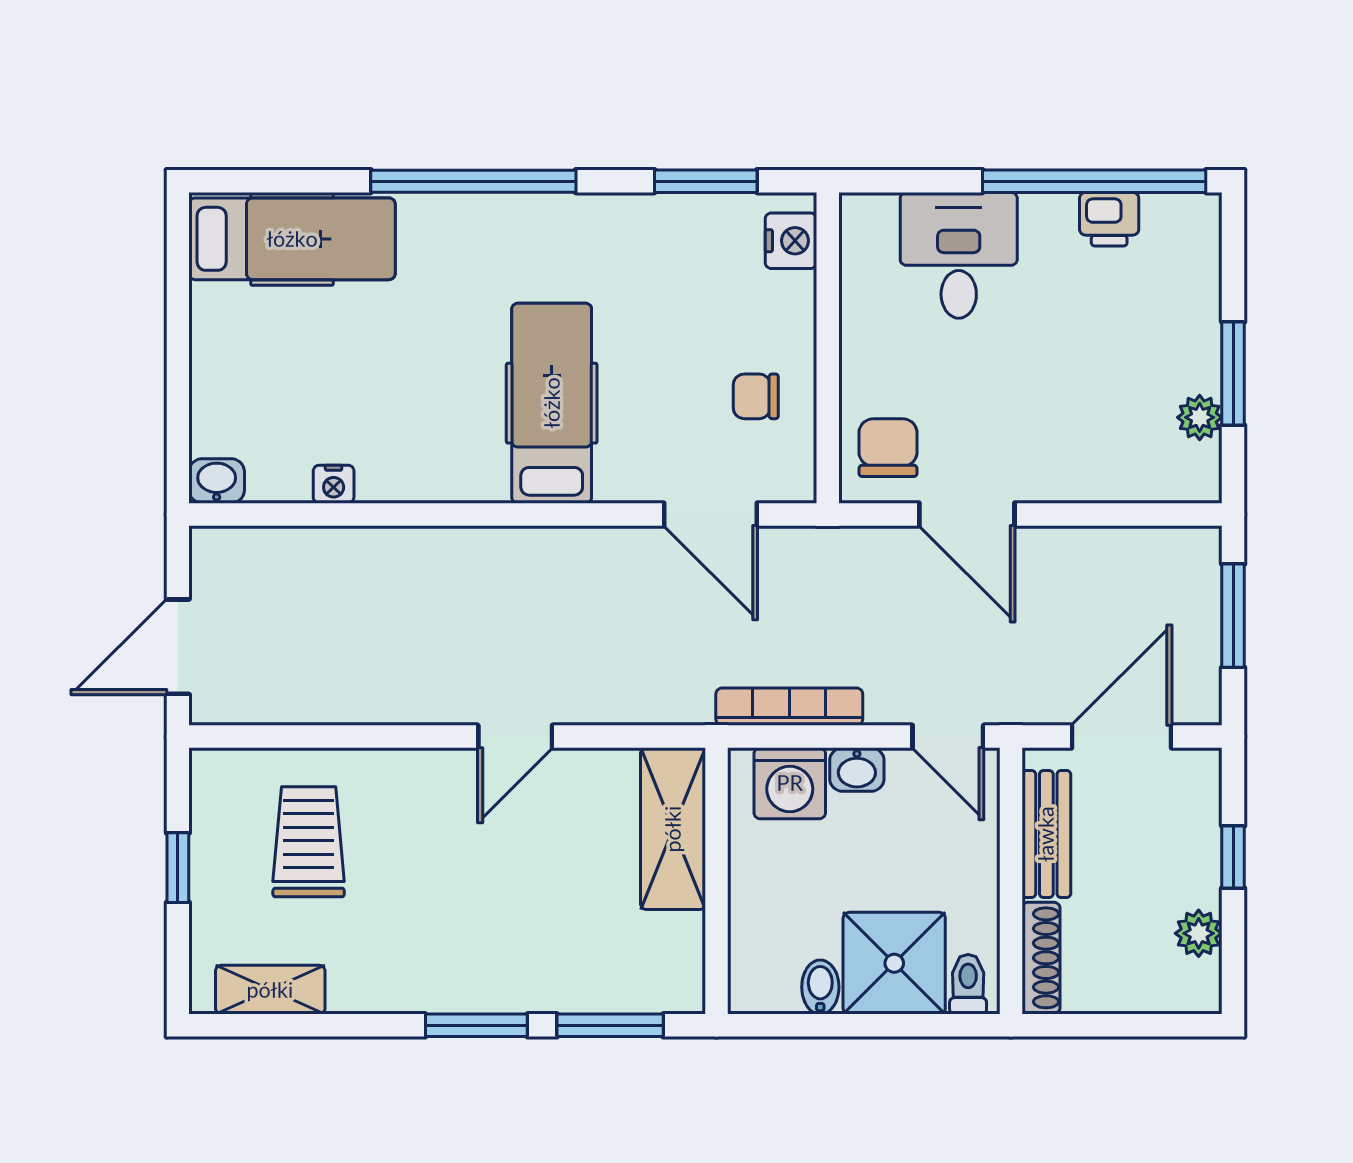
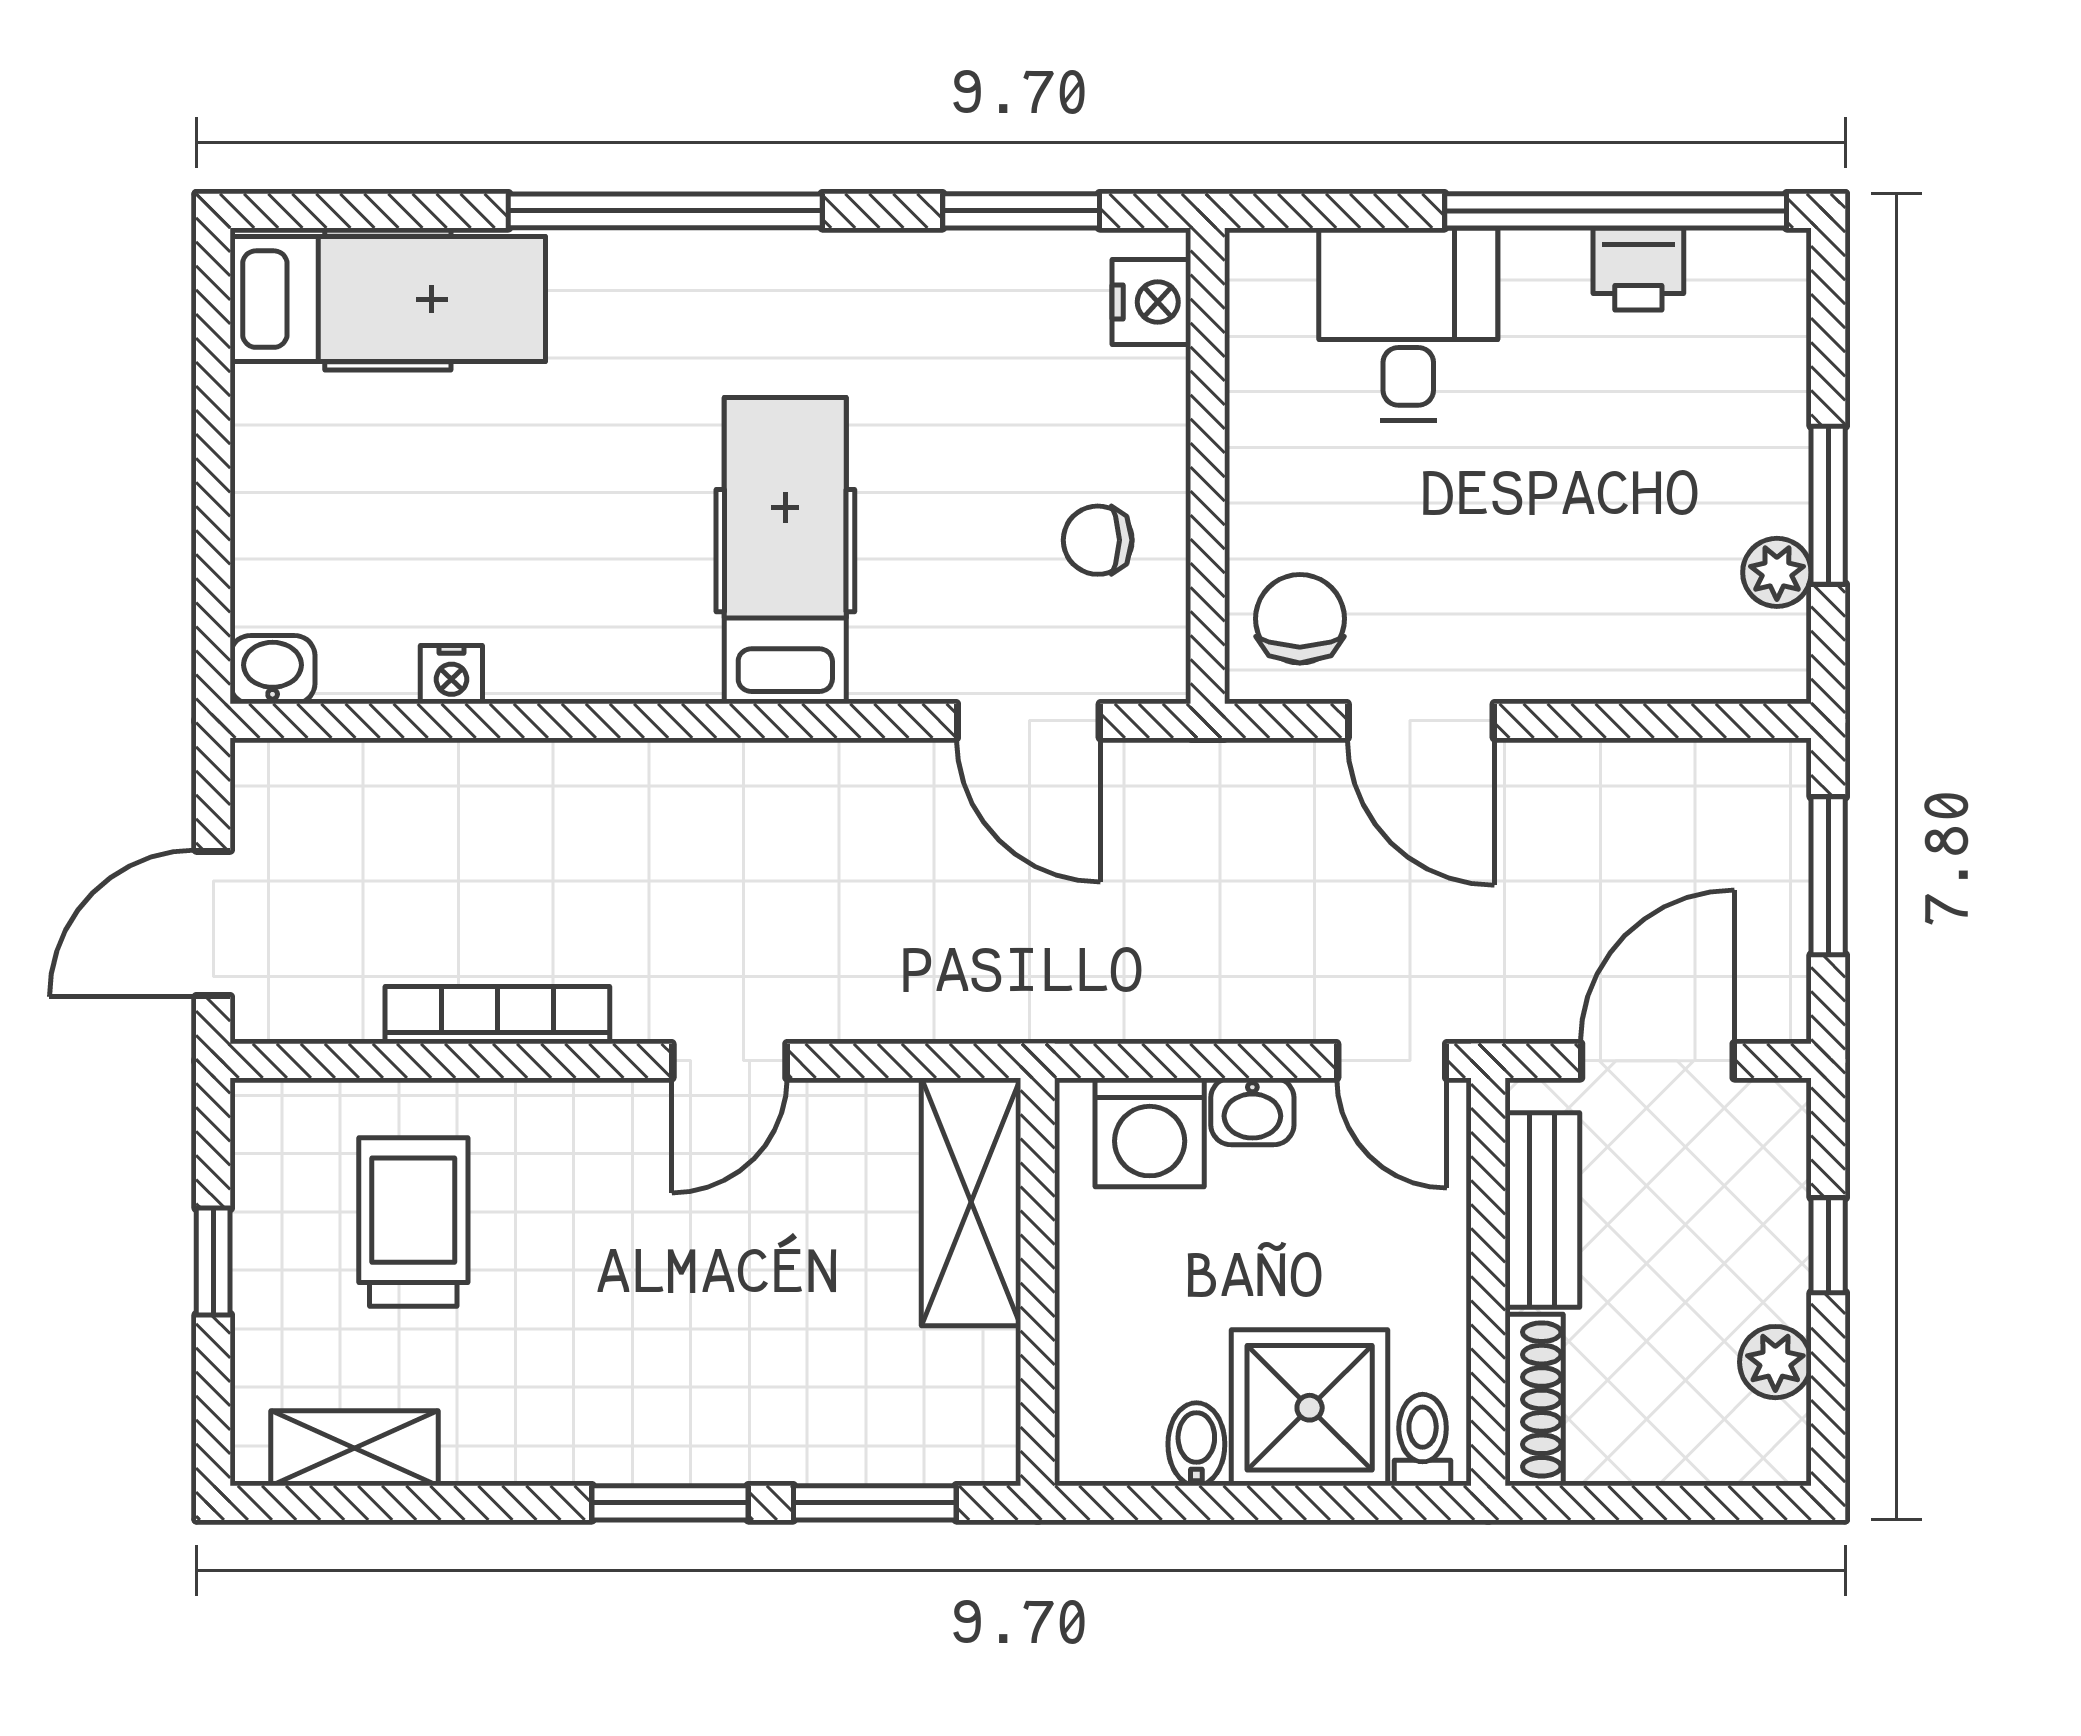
bookcase: (789, 707) -> (497, 1015), moved

